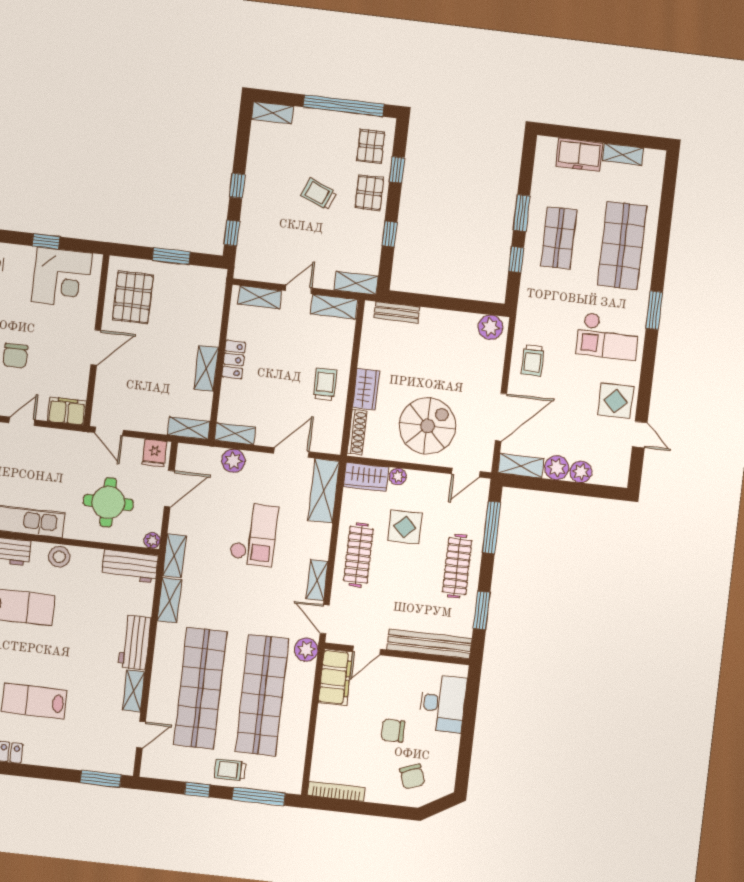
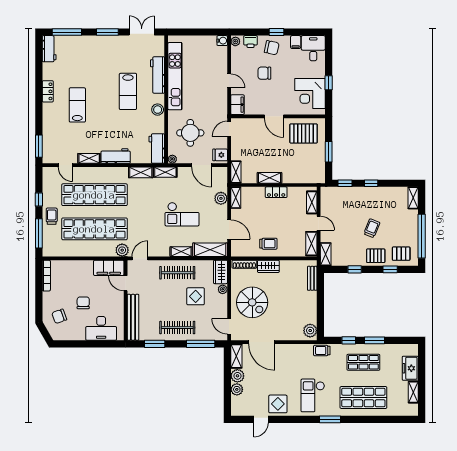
trolley: (533, 361) -> (322, 351), moved
shelving: (317, 580) -> (181, 252), moved

